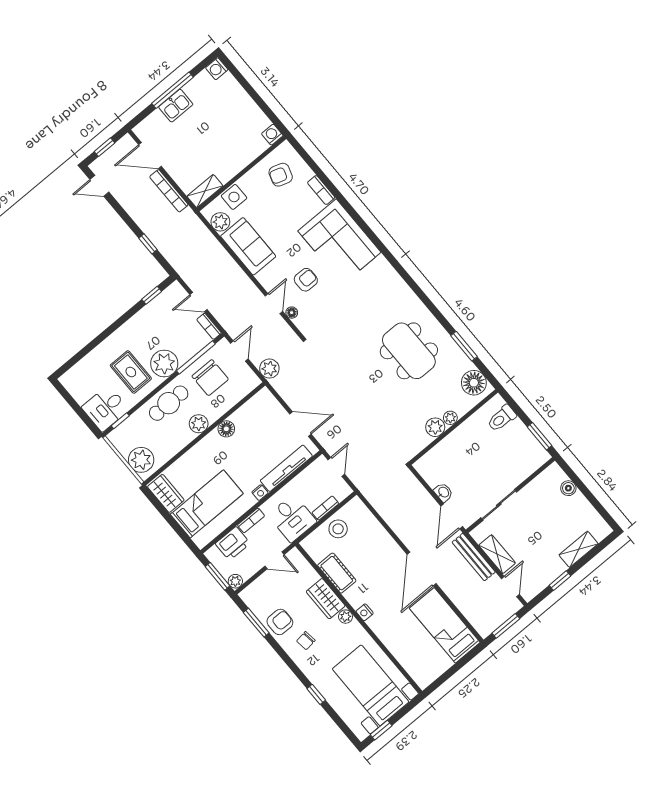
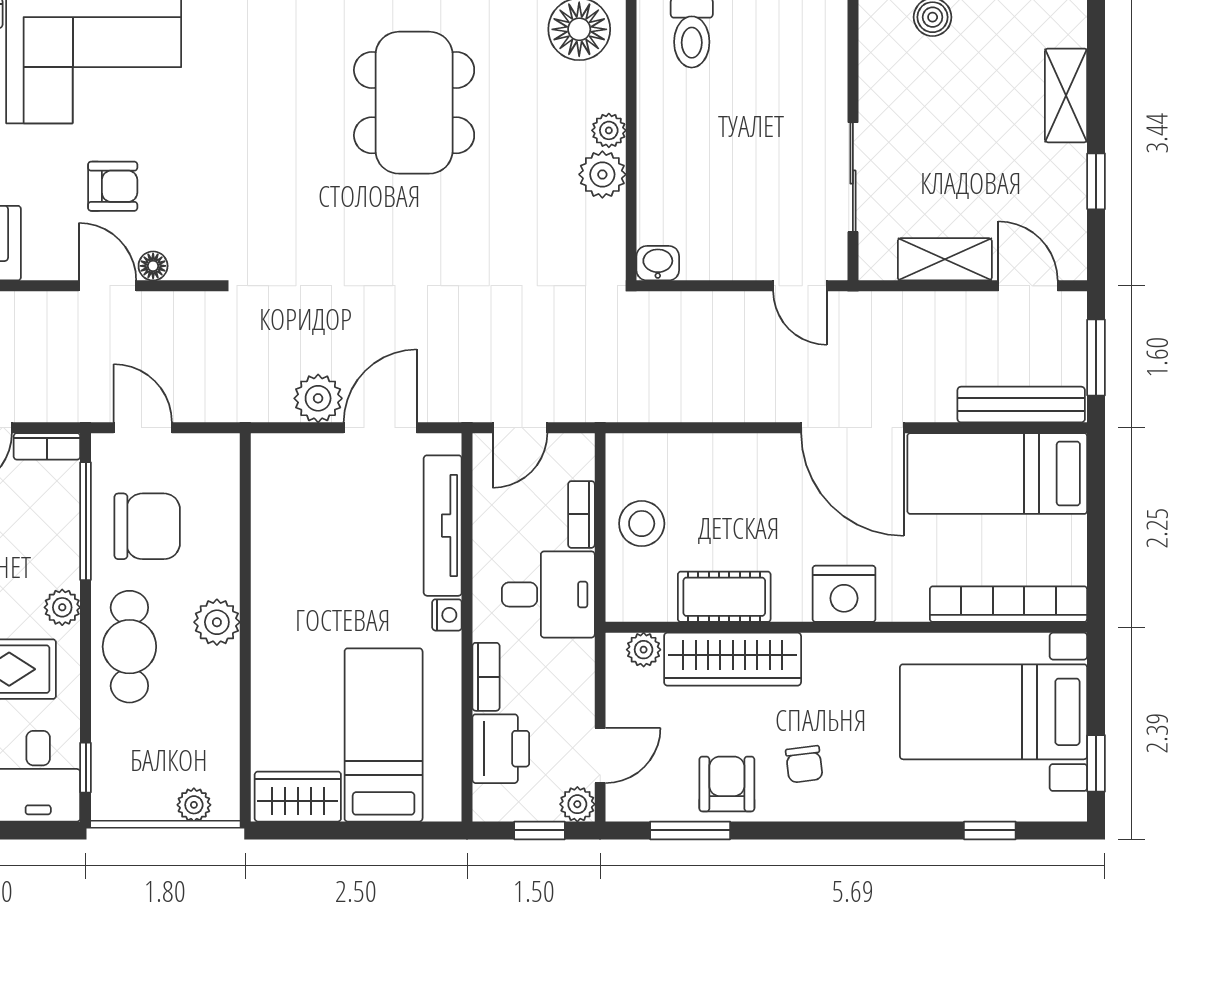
armchair: (306, 280) -> (113, 186), turned 90
dining table: (409, 351) -> (414, 103), turned 90
plant: (164, 364) -> (62, 607), width x0.53, depth x0.53
plant: (269, 369) -> (318, 398), moved
floor lamp: (226, 429) -> (271, 577), removed
plant: (141, 460) -> (194, 805), width x0.53, depth x0.53
door: (336, 467) -> (520, 428), swing flipped
washbasin: (443, 492) -> (658, 263), moved
door: (452, 516) -> (800, 286), width x0.73
bench: (474, 557) -> (1021, 405), moved
door: (274, 560) -> (600, 756), moved
window: (218, 576) -> (540, 830), width x0.67
wardrobe: (326, 599) -> (733, 659), width x1.50
nightstand: (365, 612) -> (844, 594), width x1.89, depth x1.79
plant: (346, 617) -> (644, 650), moved
bookcase: (408, 662) -> (1008, 604), added
window: (316, 694) -> (990, 830), moved

